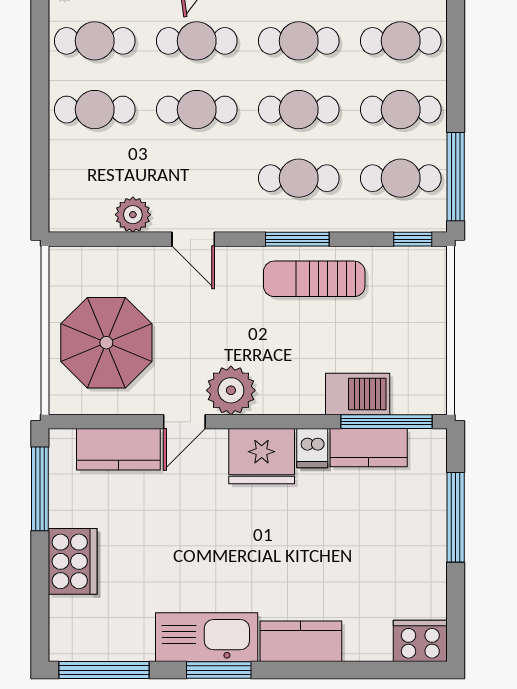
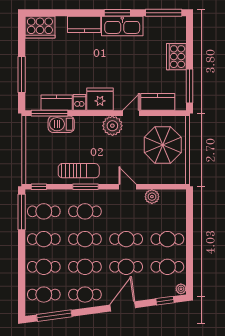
cooker: (420, 641) -> (40, 27), width x1.37, depth x1.31

